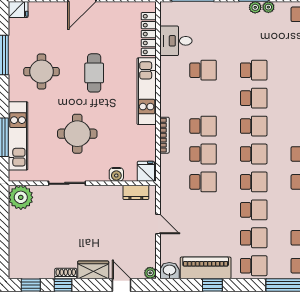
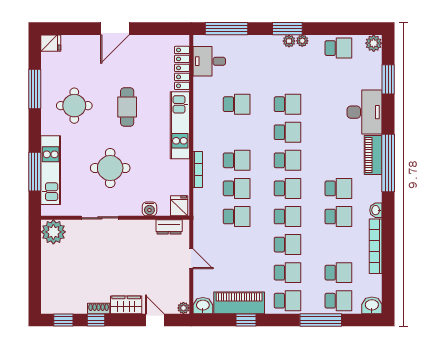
desk: (176, 41) -> (209, 61), moved

